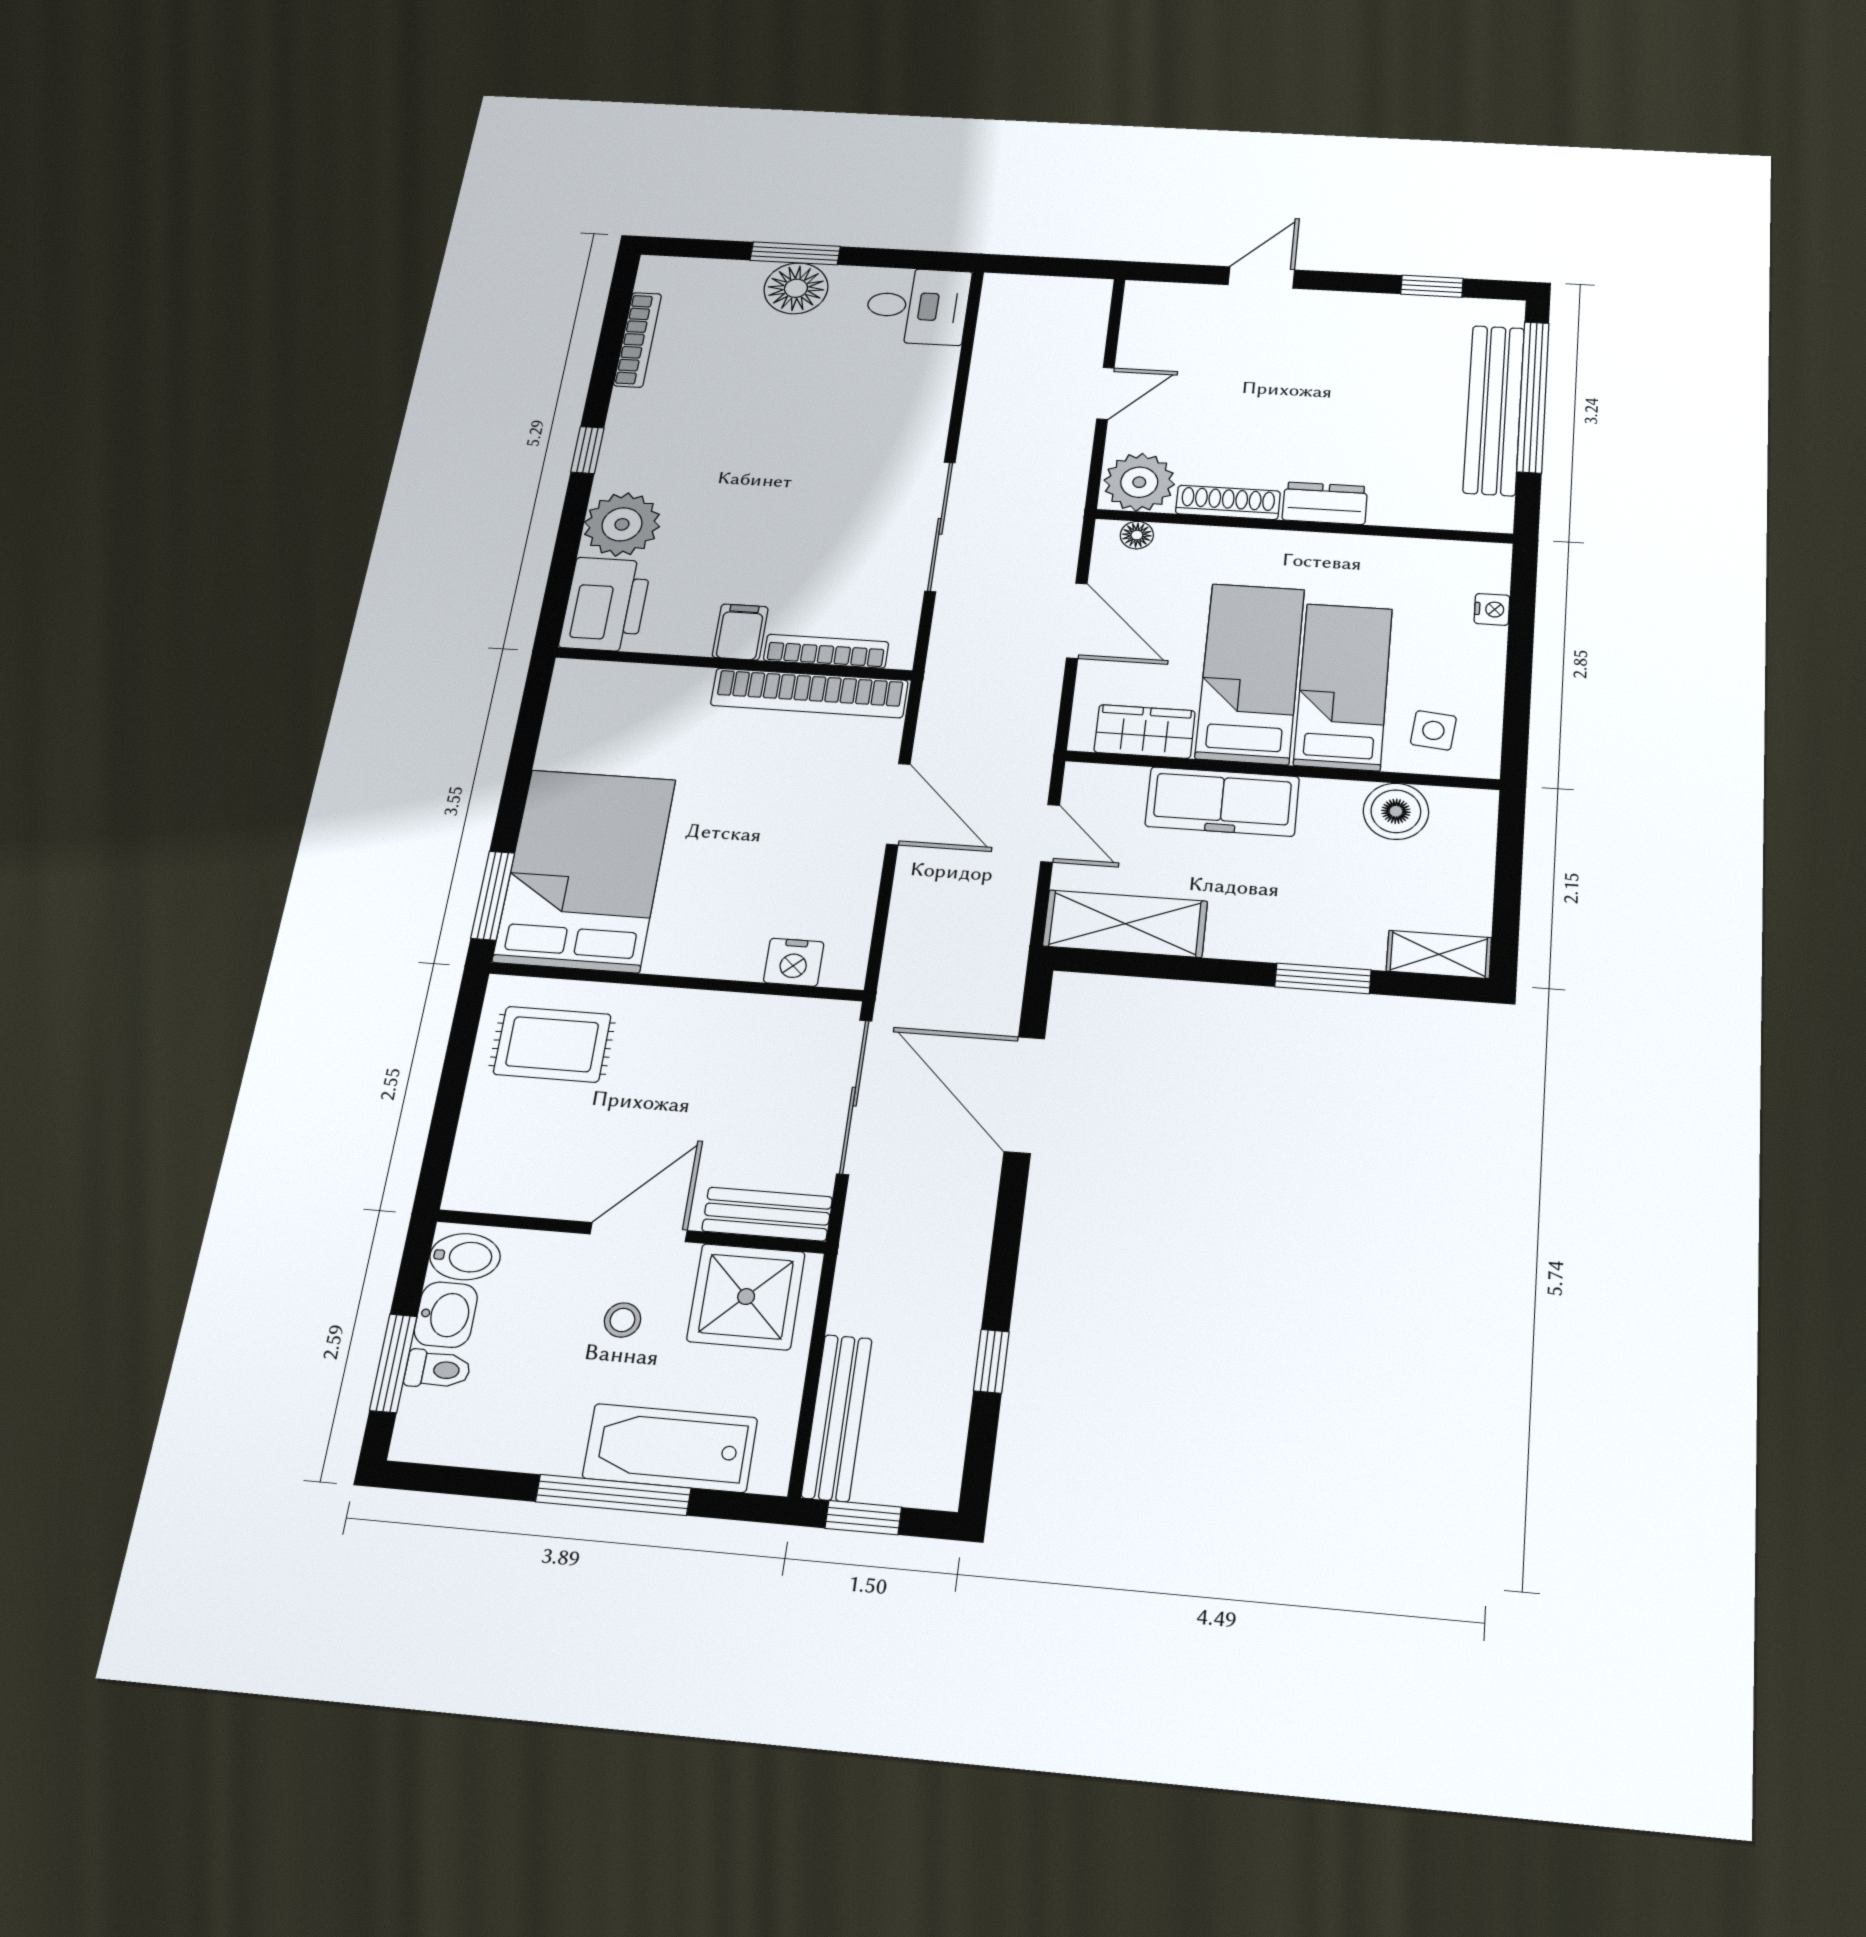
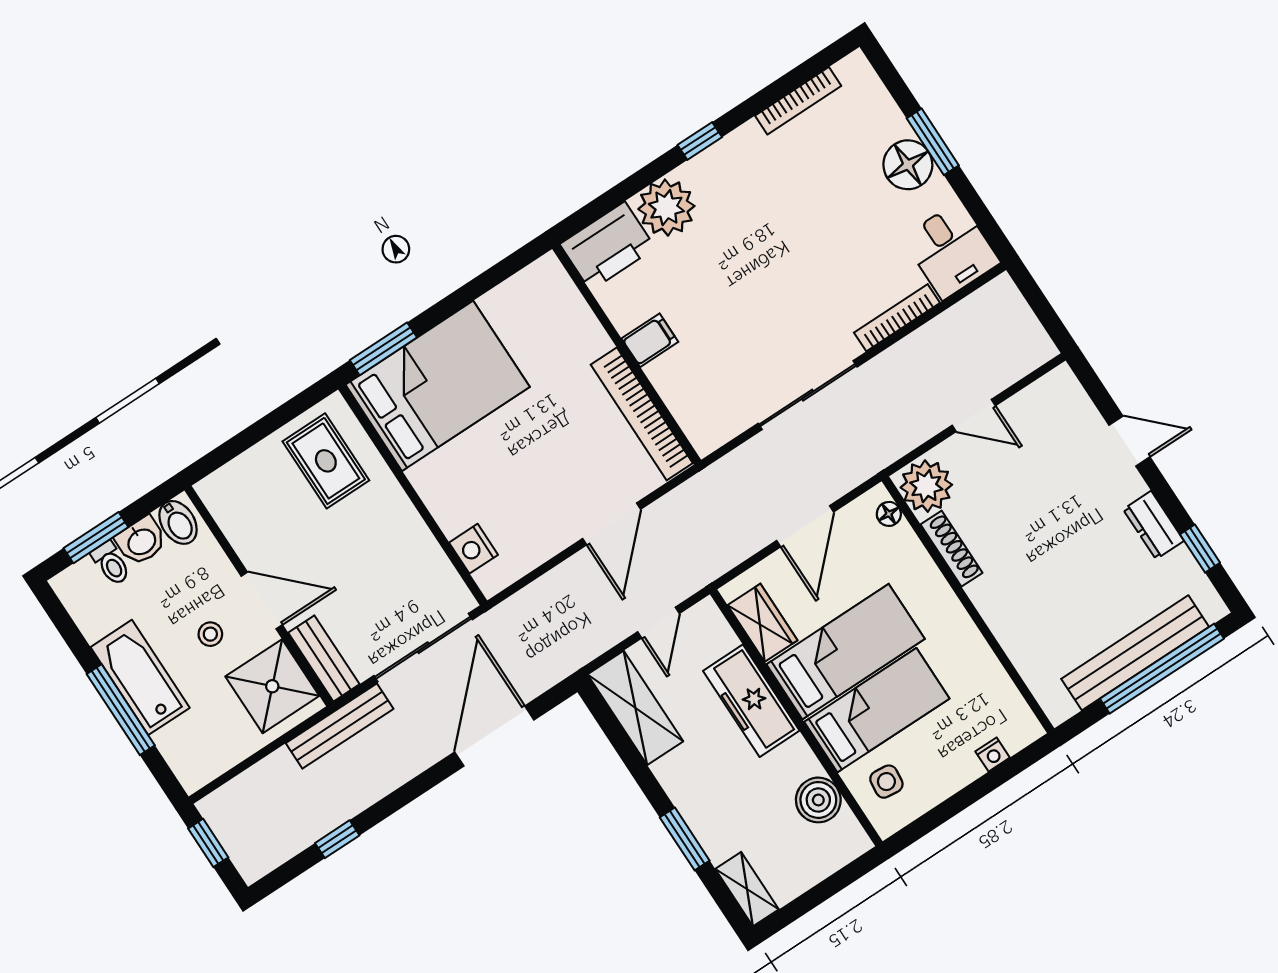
dresser: (1325, 503) -> (1154, 525), moved, turned 180
bookcase: (826, 651) -> (897, 318), moved, turned -90
bench: (837, 1417) -> (340, 726), moved
bathtub: (670, 1448) -> (140, 677), moved

